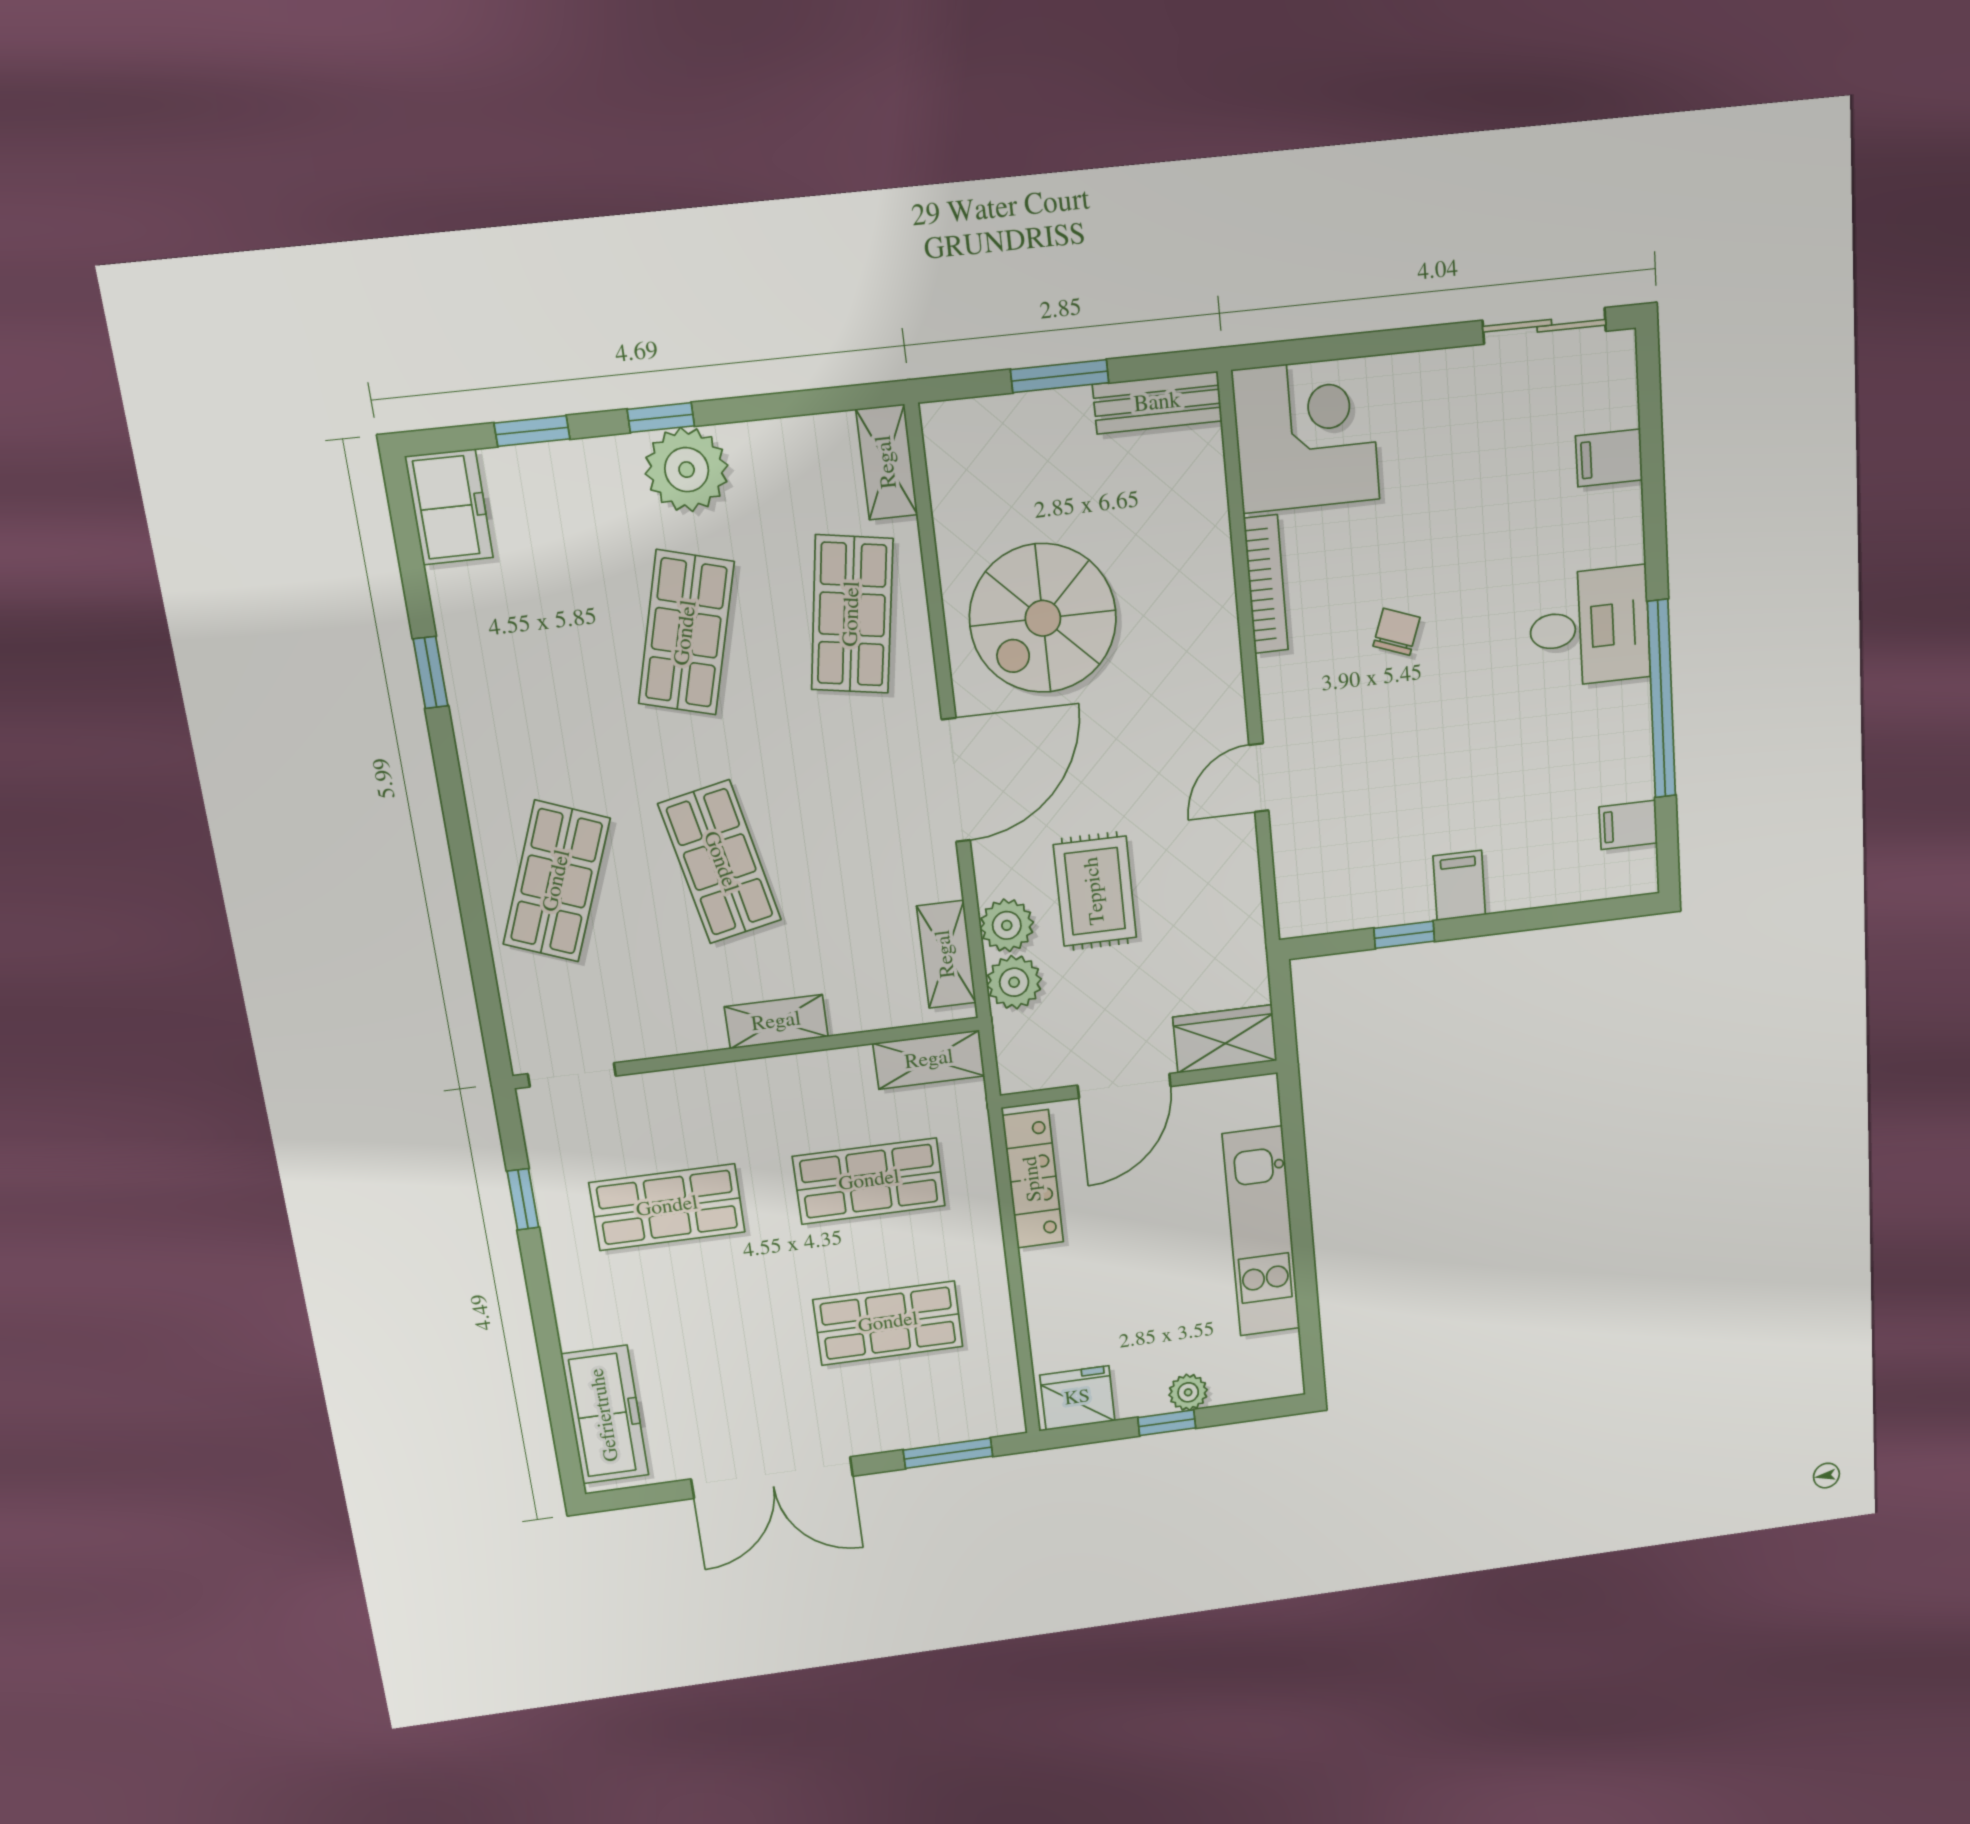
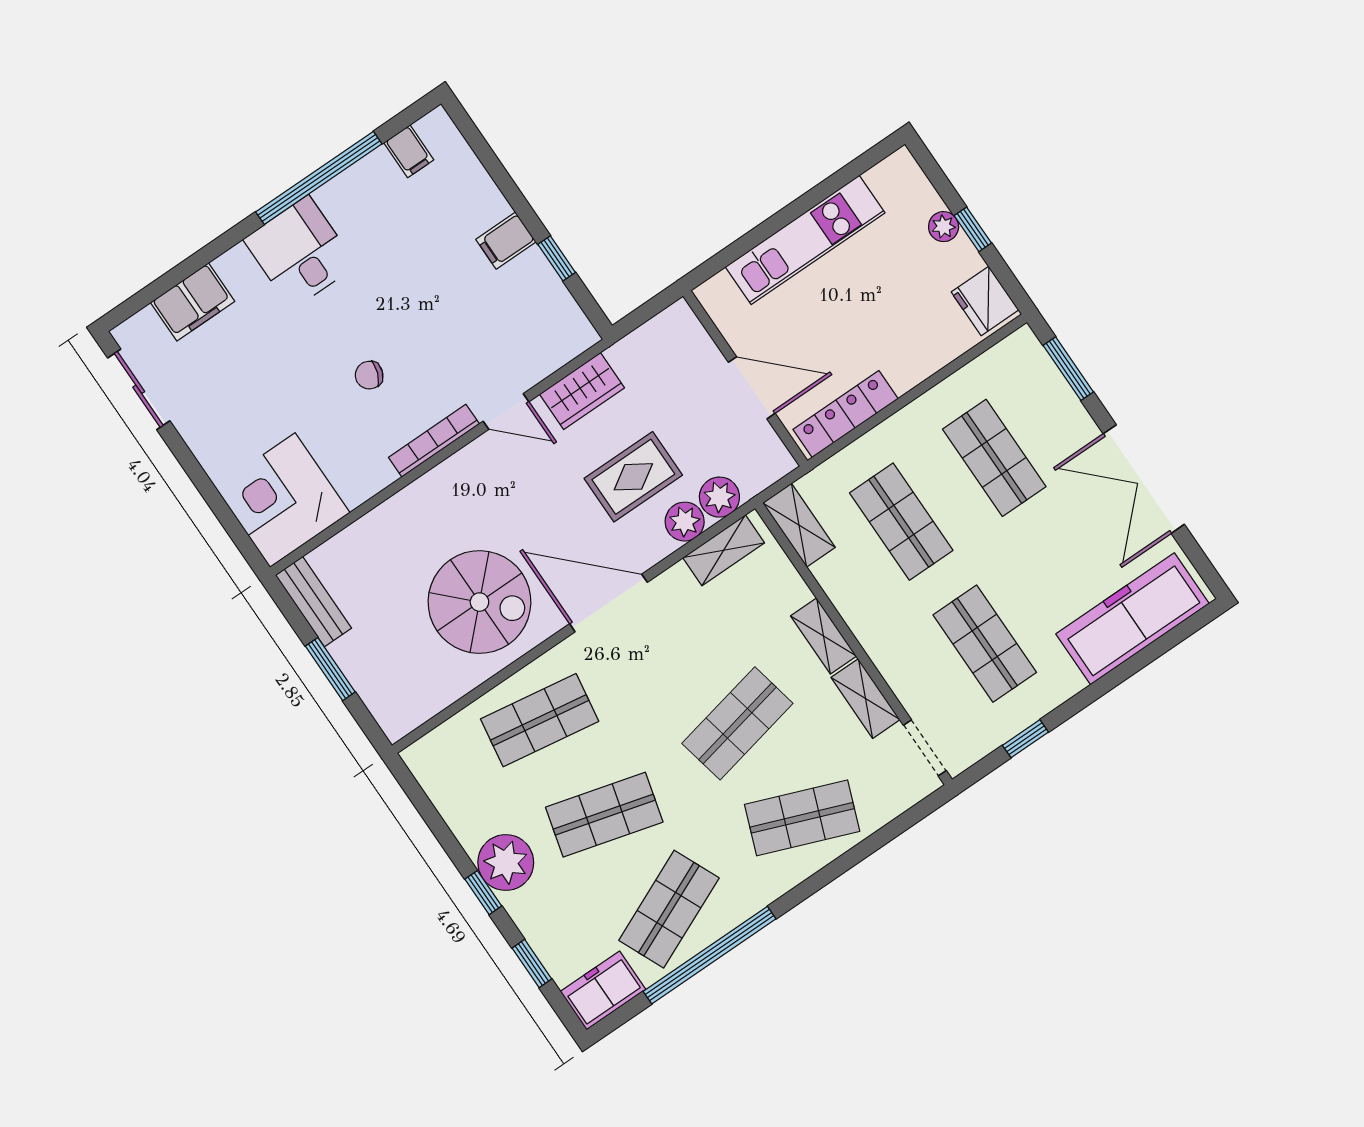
filing cabinet: (1609, 458) -> (193, 302), width x2.00
shelving: (887, 462) -> (865, 699), moved, turned 90
bookcase: (1266, 584) -> (434, 441), moved
shop shelf: (518, 651) -> (669, 909), added
window: (431, 672) -> (710, 955), width x3.17
wardrobe: (1225, 1039) -> (582, 391), moved, turned -90
freezer: (605, 1415) -> (1132, 619), width x1.36, depth x1.26
double door: (772, 1478) -> (1144, 479), swing flipped

